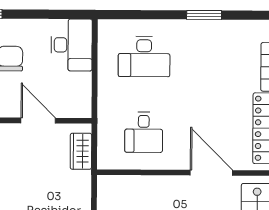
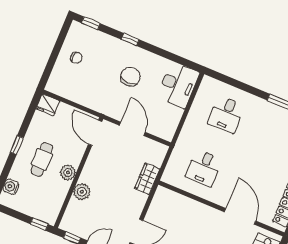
desk: (144, 57) -> (226, 114), width x0.73
wardrobe: (81, 151) -> (147, 179), moved

